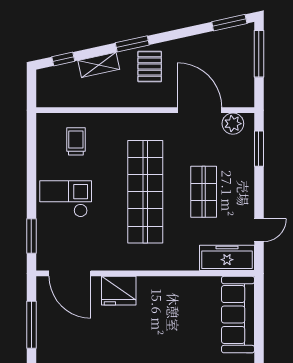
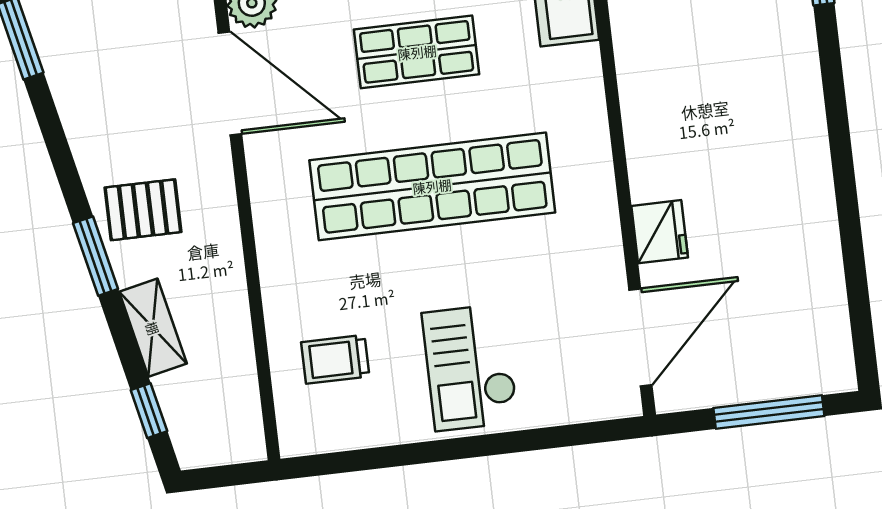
door: (200, 110) -> (230, 83), swing flipped
window: (31, 236) -> (565, 436), removed
fridge: (119, 291) -> (660, 232), width x0.73, depth x0.75

